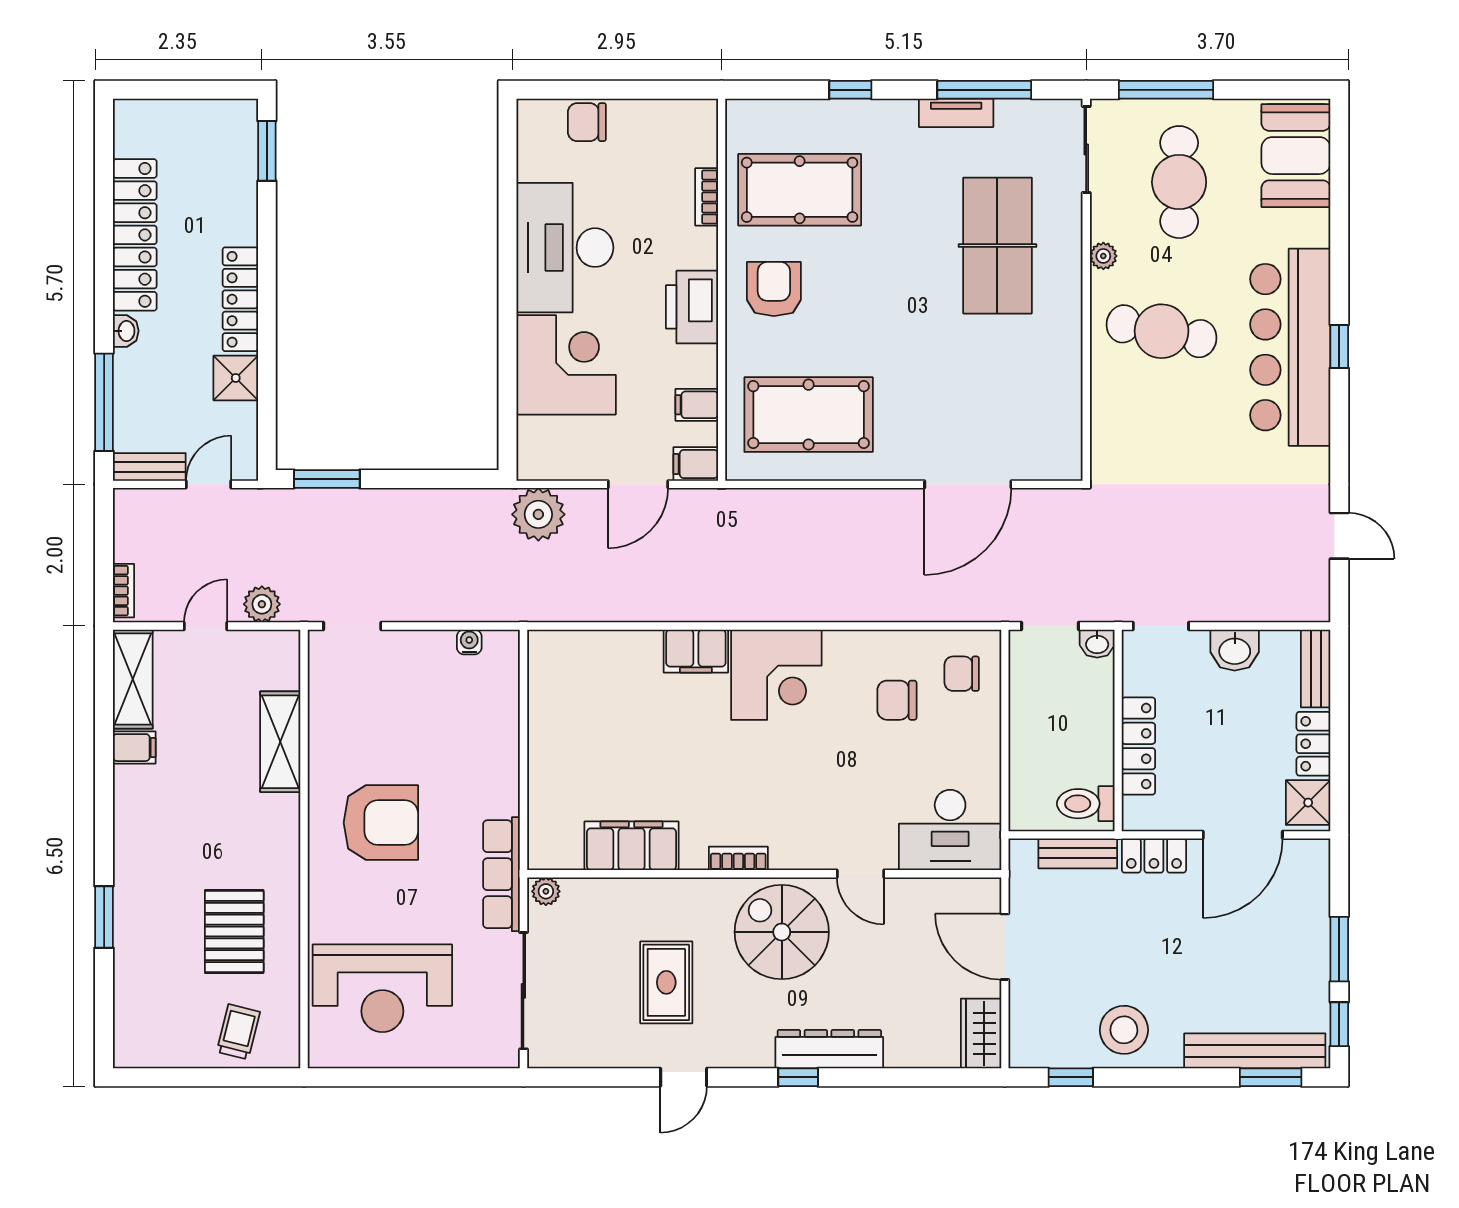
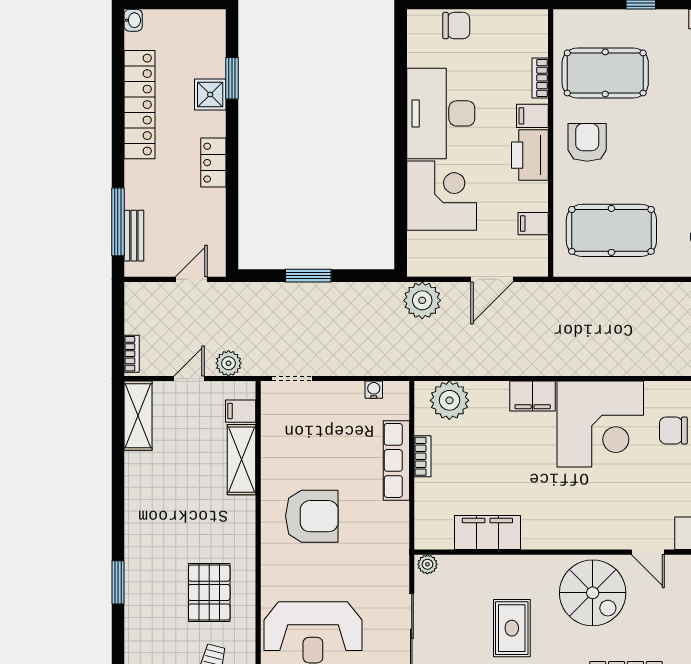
chair: (587, 122) -> (456, 26), turned 180
window: (267, 151) -> (232, 78), moved
locker: (240, 299) -> (213, 163), width x0.66
washbasin: (126, 331) -> (133, 20), moved
shower: (236, 378) -> (210, 95), moved
filing cabinet: (696, 464) -> (532, 116), moved
bench: (149, 467) -> (134, 236), moved, turned 90
window: (327, 479) -> (308, 276), moved
plant: (577, 657) -> (449, 400), added
corner desk: (776, 675) -> (600, 424), width x1.36, depth x1.36
filing cabinet: (134, 748) -> (241, 411), moved, turned 180
bookcase: (738, 858) -> (423, 456), moved, turned 90
row of seats: (501, 874) -> (396, 460), moved
spiral stairs: (782, 932) -> (593, 593), turned 180

